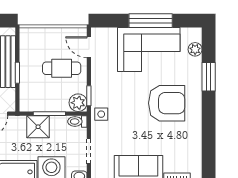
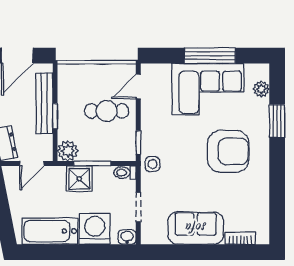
door: (89, 47) -> (138, 86), hinge flipped
plant: (78, 103) -> (68, 151), moved

